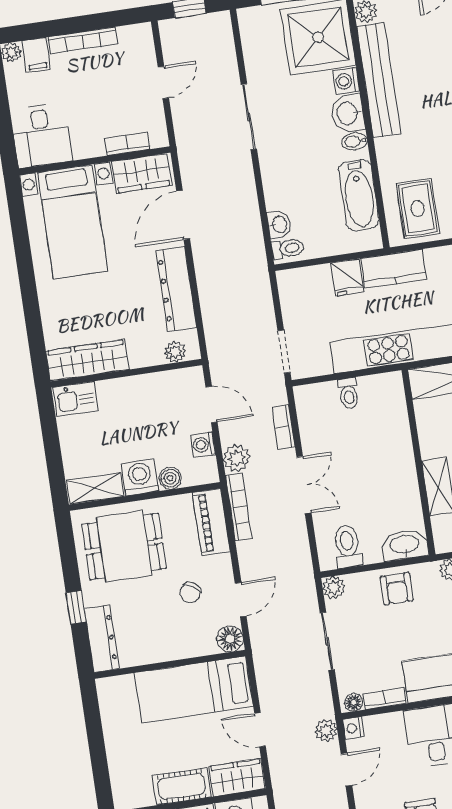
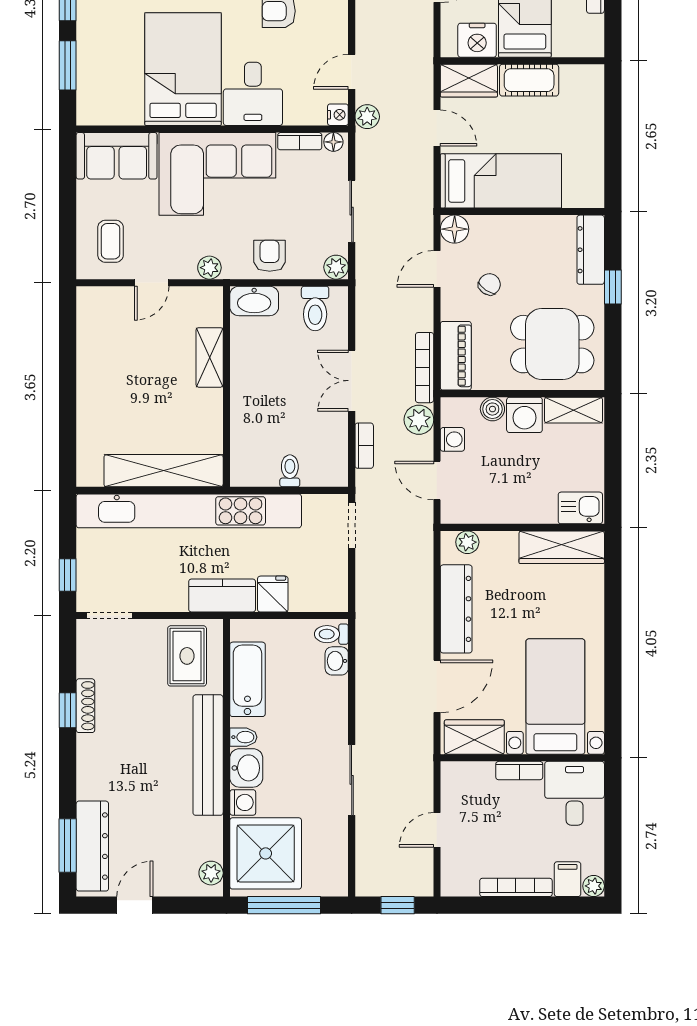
bench: (379, 80) -> (208, 755), moved
bookcase: (127, 144) -> (519, 771), moved

